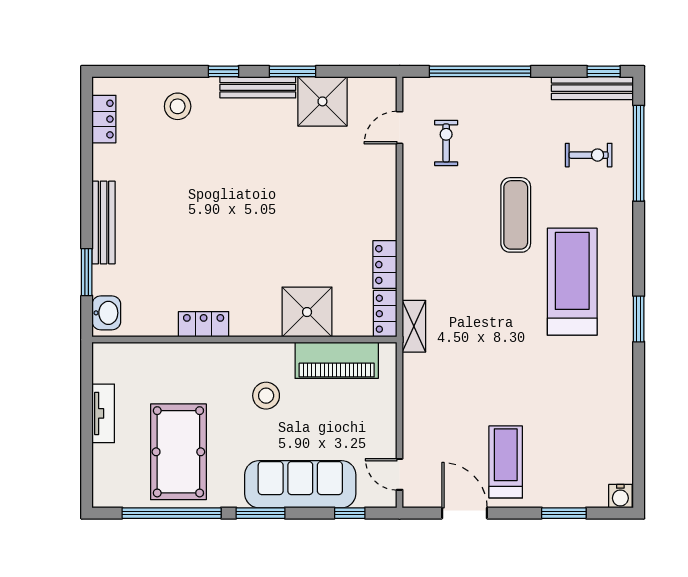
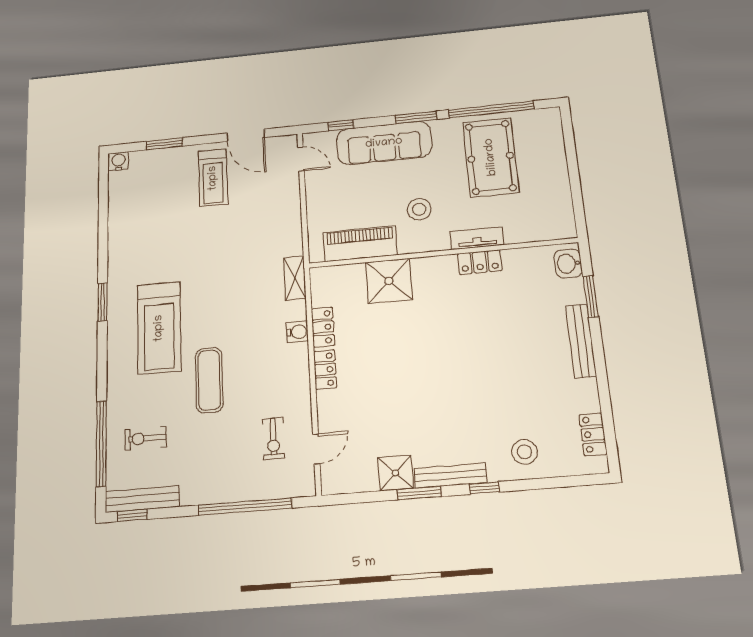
shower: (322, 101) -> (396, 473), width x0.73, depth x0.73
water cooler: (414, 262) -> (297, 332), added
locker: (385, 314) -> (325, 370), moved
tv unit: (103, 413) -> (477, 238), moved, turned 90

